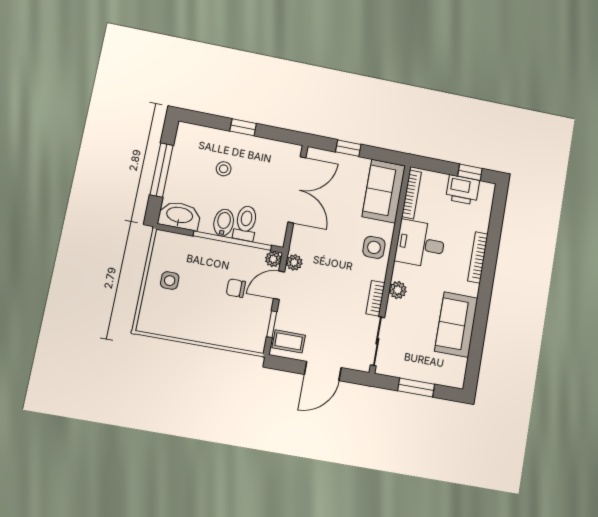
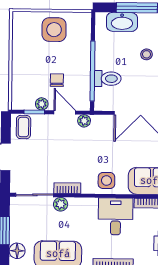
washbasin: (179, 216) -> (122, 22), moved, turned 90
bidet: (224, 223) -> (105, 62), removed
plant: (273, 259) -> (42, 104), moved
side table: (170, 281) -> (54, 30), width x1.87, depth x1.87
plant: (398, 290) -> (61, 204), moved
floor lamp: (444, 376) -> (17, 251), added

